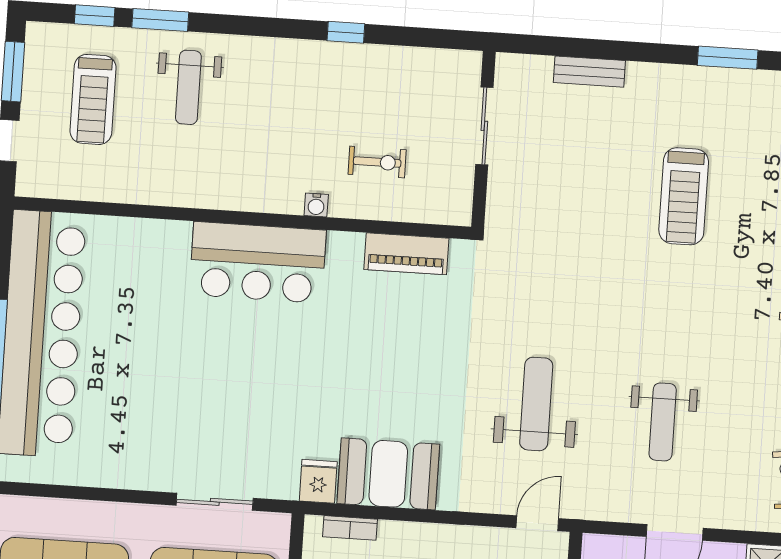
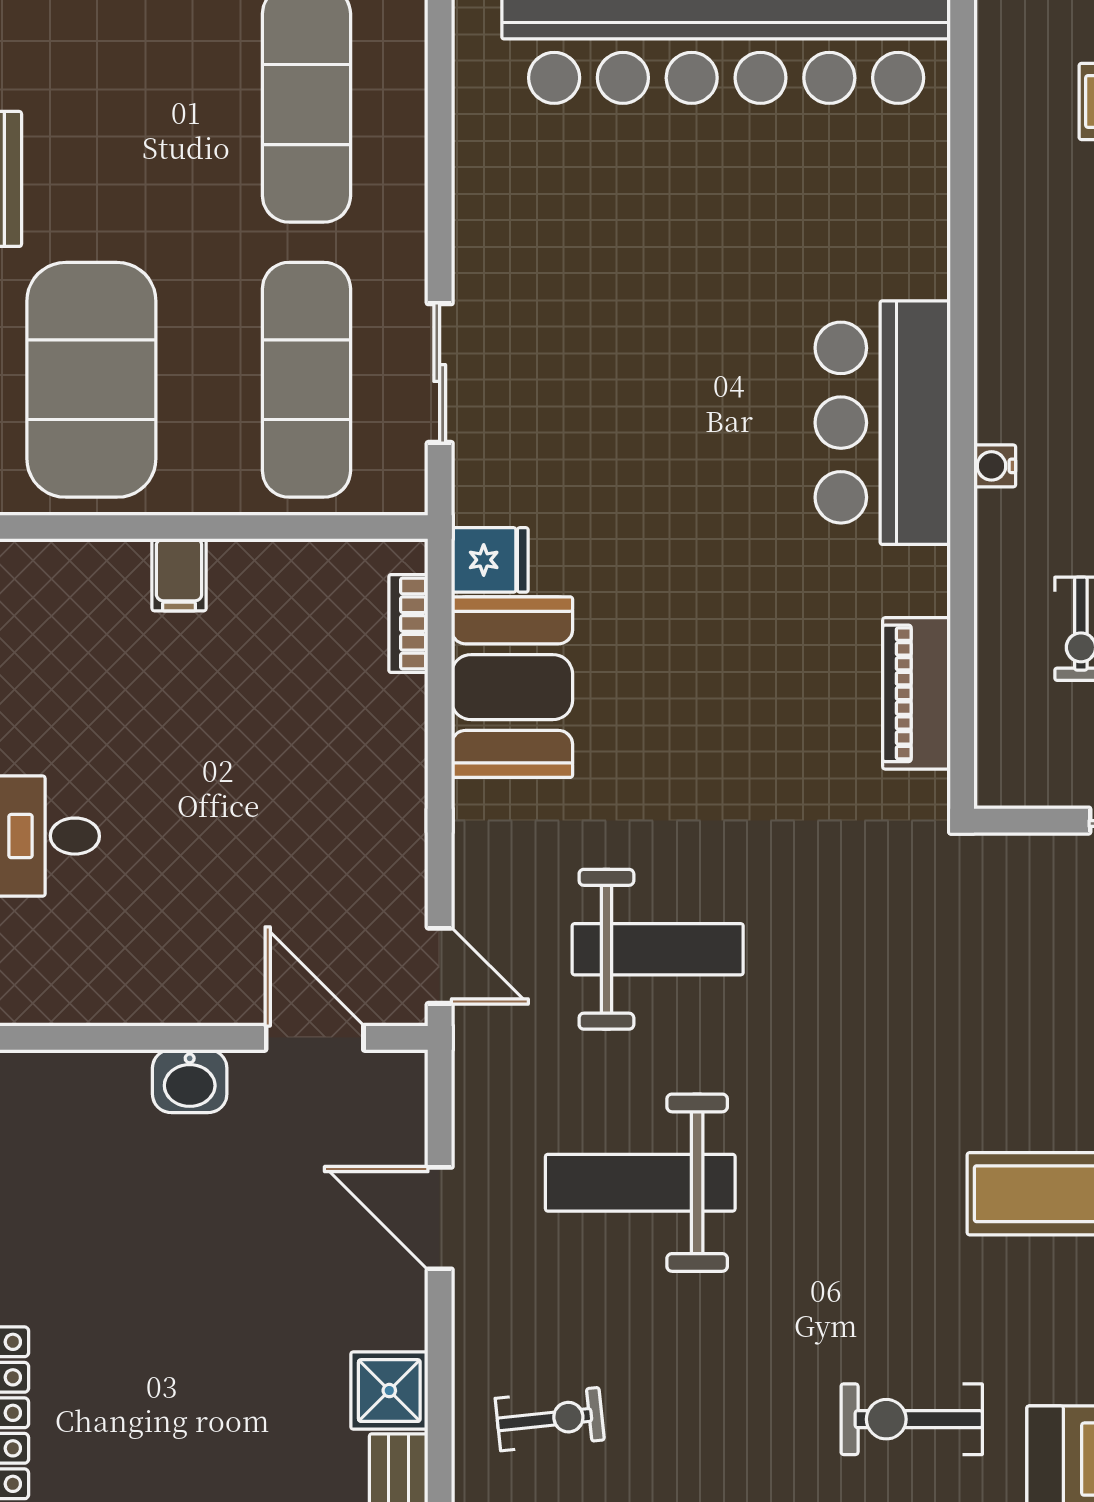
water cooler: (316, 205) -> (995, 466), moved
weight bench: (663, 422) -> (640, 1183), width x1.36, depth x1.33

